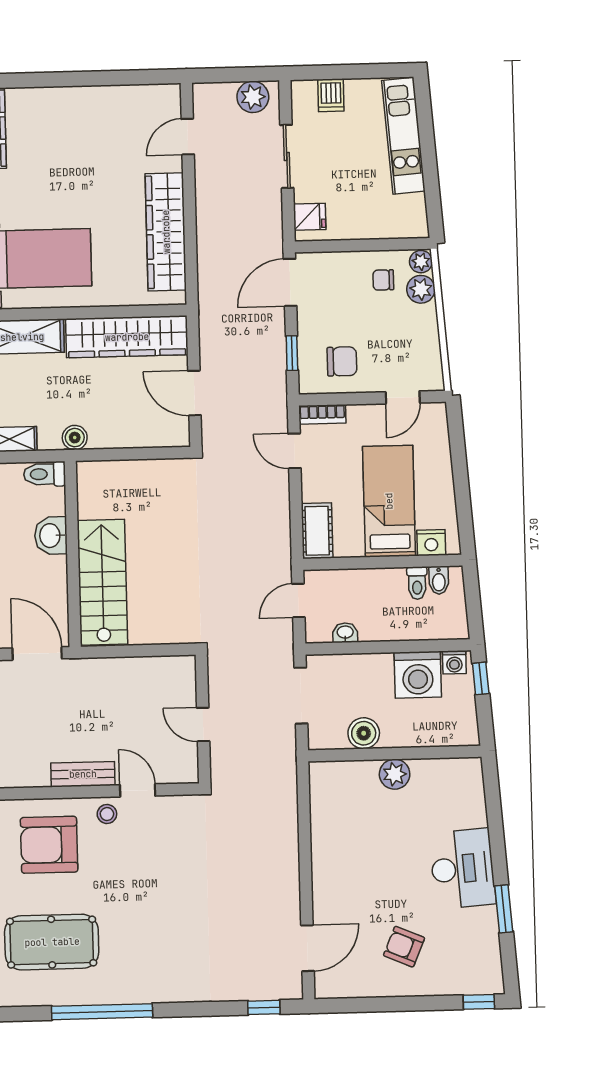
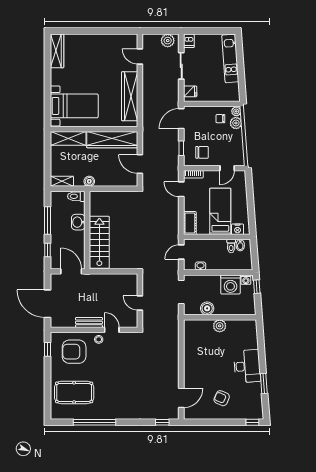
dishwasher: (331, 95) -> (189, 41), moved
door: (188, 137) -> (140, 57), hinge flipped

